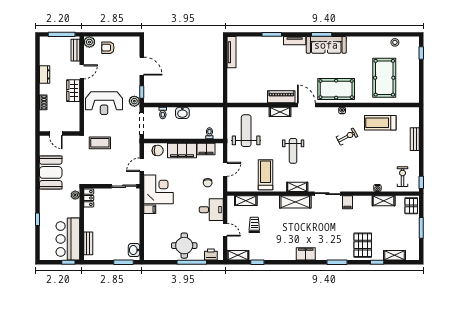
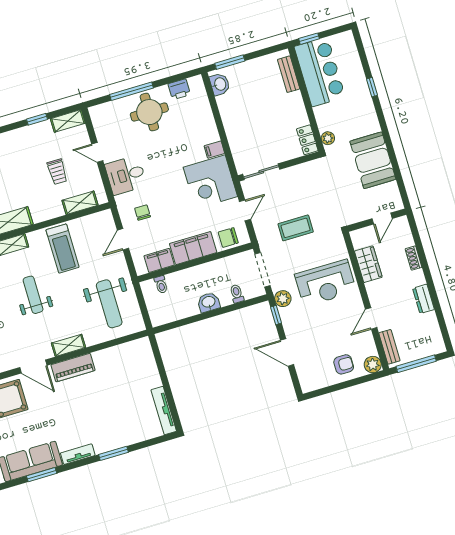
wardrobe: (73, 91) -> (368, 264), moved
reception desk: (104, 103) -> (326, 283), turned 180
door: (56, 134) -> (382, 219), swing flipped
coffee table: (100, 143) -> (296, 228), moved
printer: (211, 254) -> (179, 89), moved

